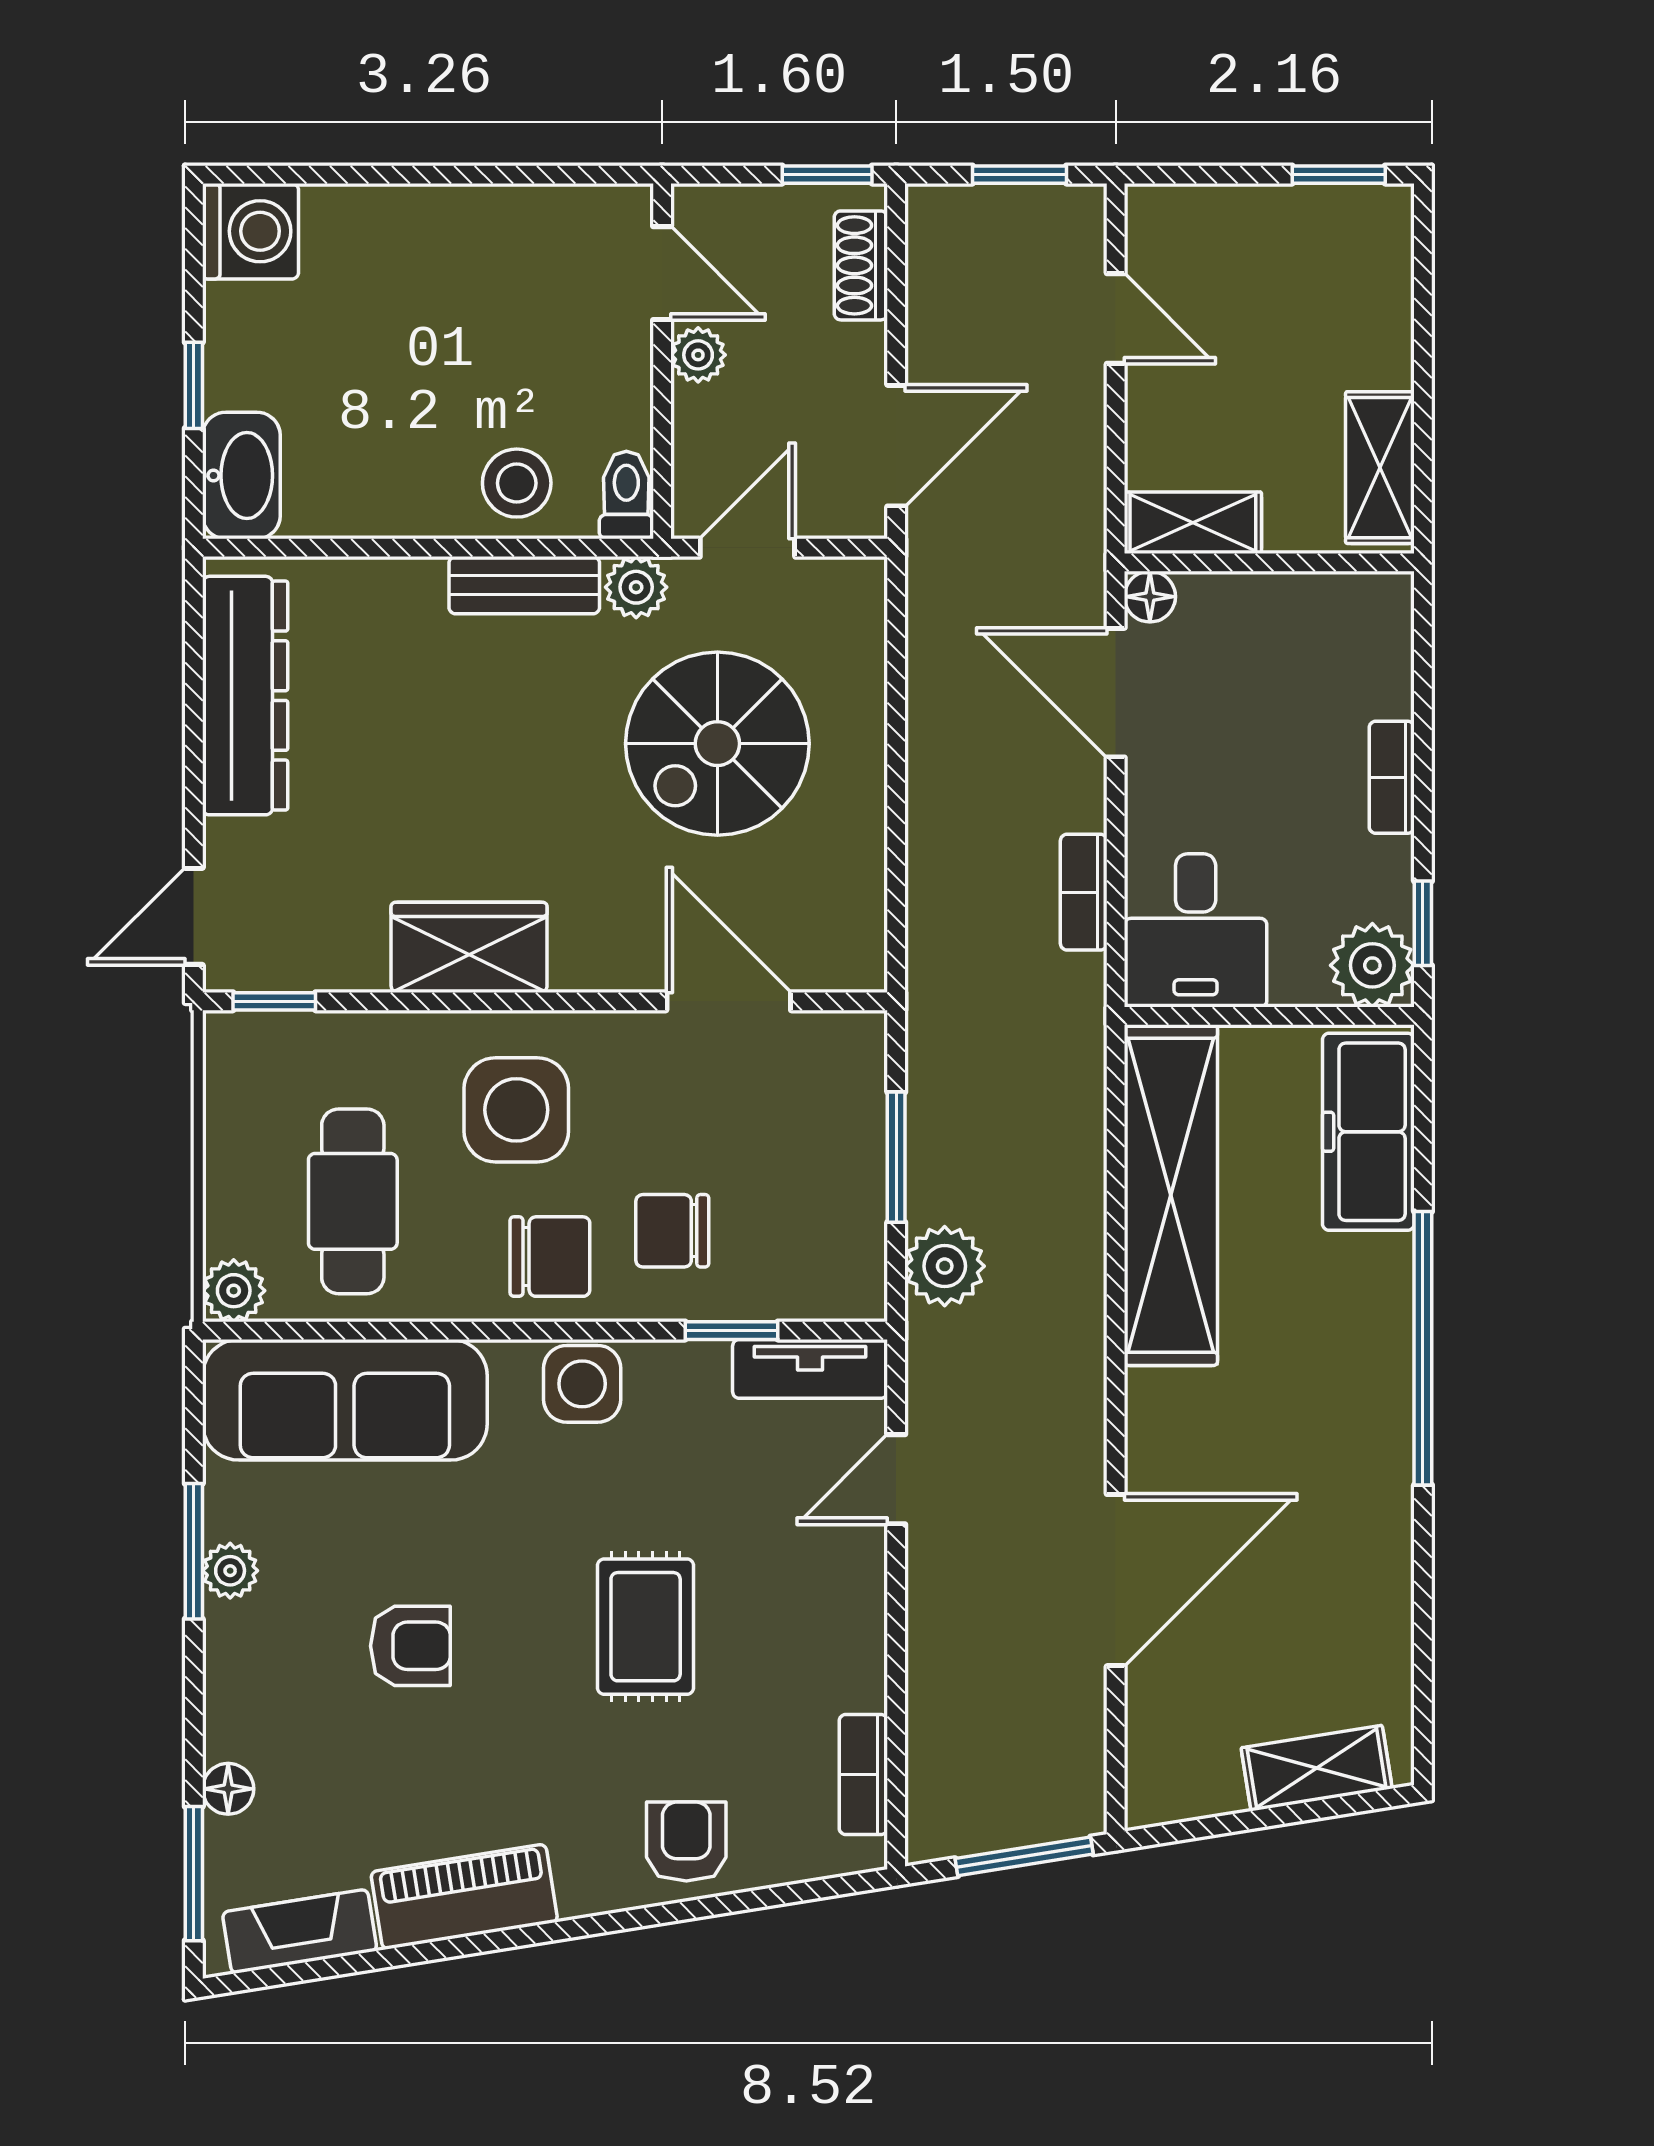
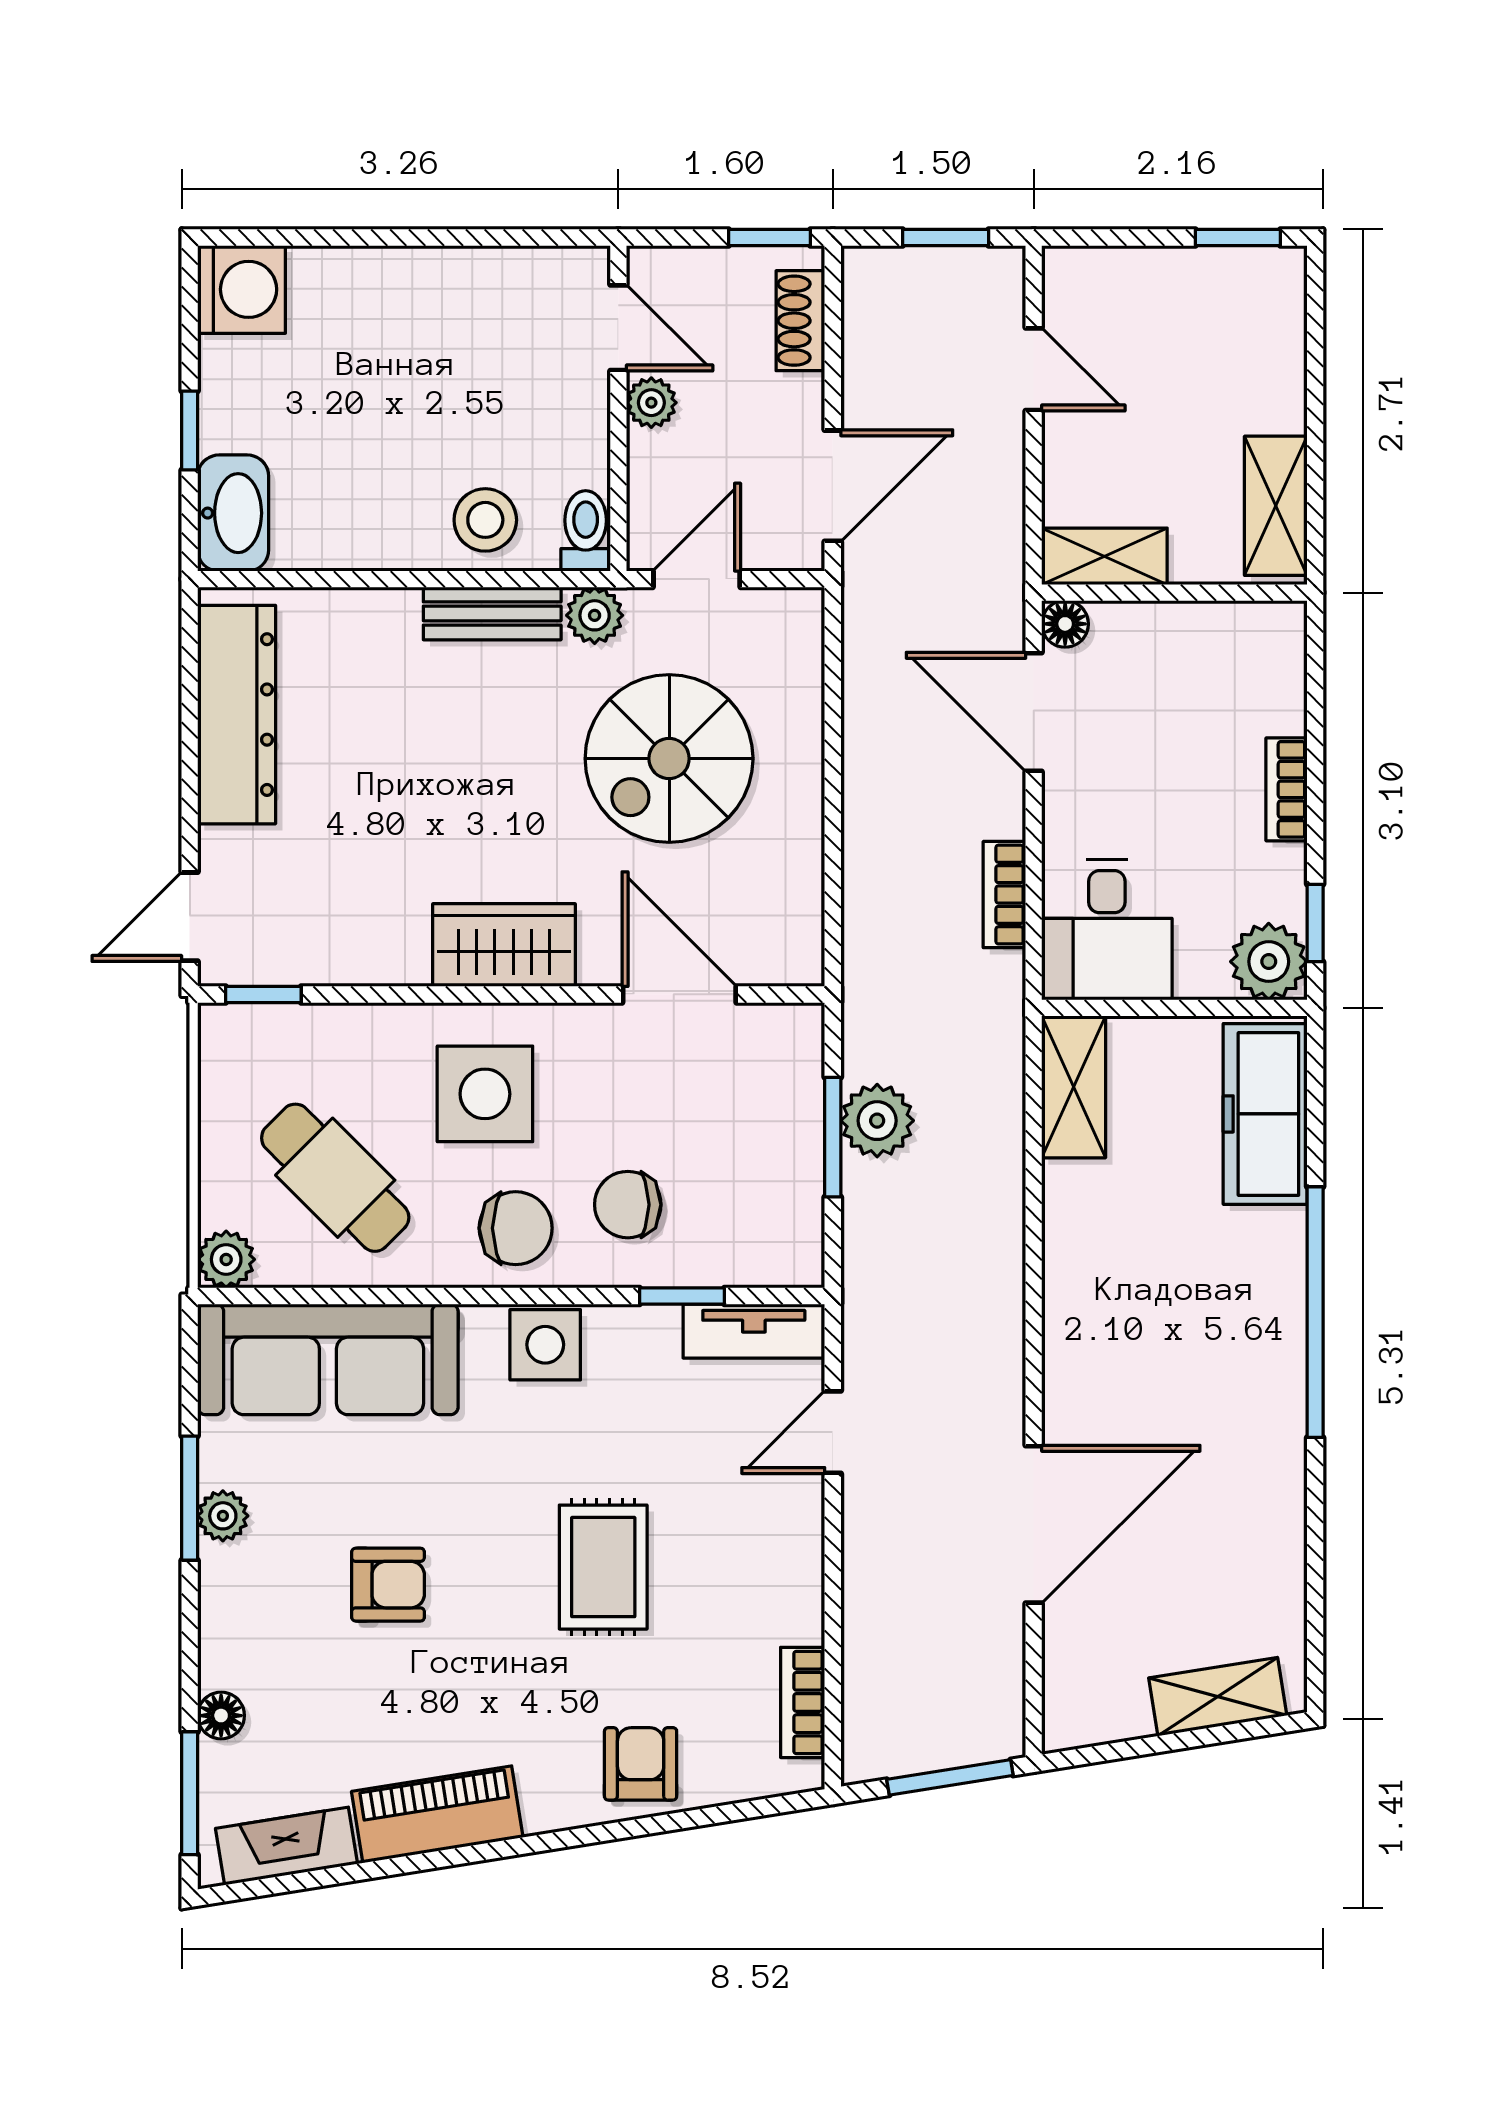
wardrobe: (469, 947) -> (504, 945), moved
shelving: (1171, 1195) -> (1074, 1087), width x0.45, depth x0.75
cafe table: (353, 1201) -> (335, 1178), turned -45
plant: (945, 1266) -> (877, 1121), moved

